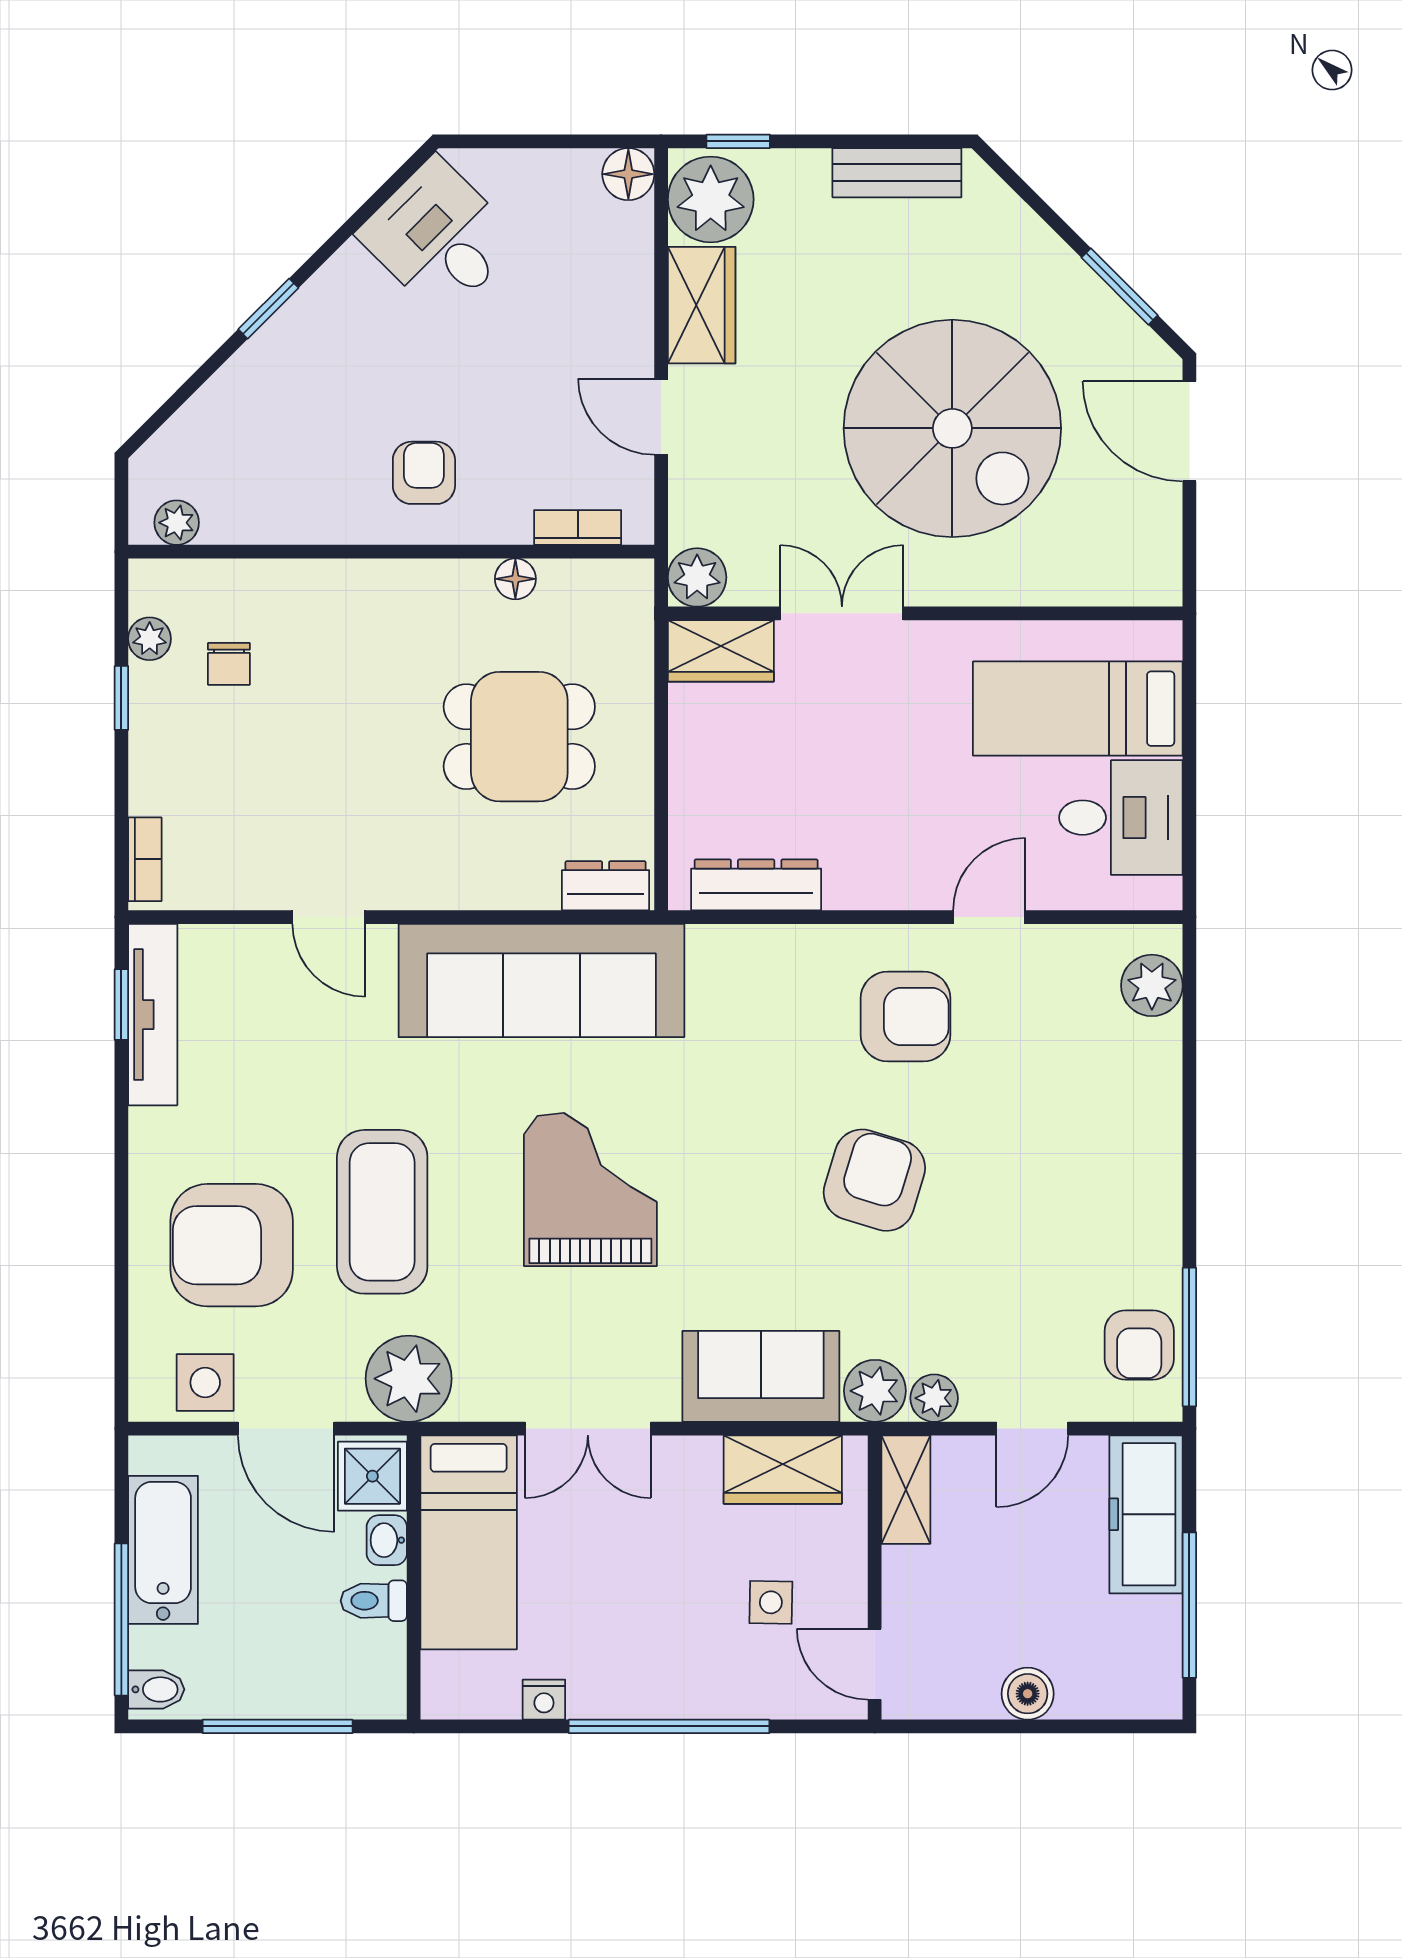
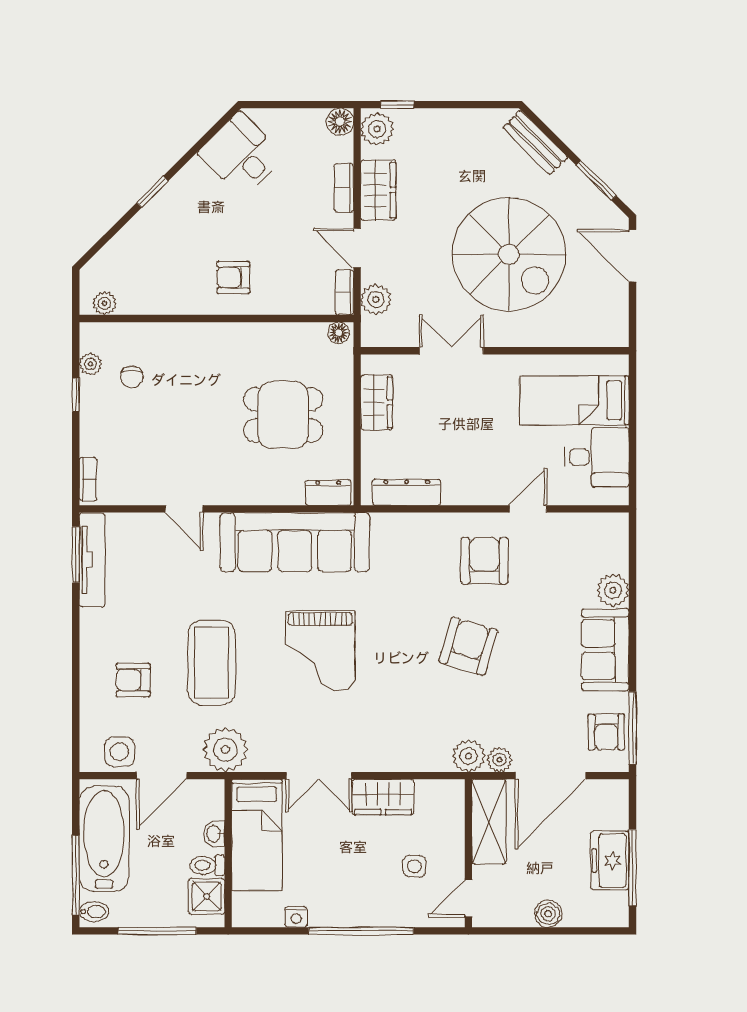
bench: (897, 173) -> (535, 142), moved, turned 45
plant: (711, 199) -> (377, 129), width x0.73, depth x0.73
bookcase: (636, 301) -> (344, 188), added
armchair: (424, 473) -> (233, 277), turned -90
bookcase: (578, 527) -> (344, 292), moved, turned -90
plant: (697, 577) -> (376, 299), moved
floor lamp: (515, 579) -> (339, 333), moved
wardrobe: (721, 651) -> (377, 402), moved, turned -90
plant: (1152, 985) -> (613, 590), moved
window: (121, 1004) -> (76, 555), width x1.50
armchair: (906, 1016) -> (484, 561), turned -90
grand piano: (590, 1190) -> (320, 651), turned 180
armchair: (232, 1245) -> (133, 680), width x0.53, depth x0.53
sofa: (761, 1376) -> (605, 650), moved, turned -90
door: (286, 1429) -> (162, 776), hinge flipped
door: (1032, 1429) -> (551, 776), width x1.88
wardrobe: (783, 1470) -> (383, 797), moved
shower: (372, 1476) -> (207, 896), moved
shelving: (906, 1490) -> (489, 822), width x1.50, depth x1.33
freezer: (1146, 1514) -> (610, 861), moved, width x0.71
bathtub: (163, 1550) -> (104, 839), width x1.36, depth x1.36
door: (875, 1664) -> (468, 898), hinge flipped

